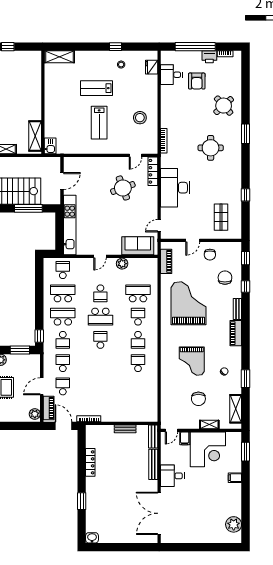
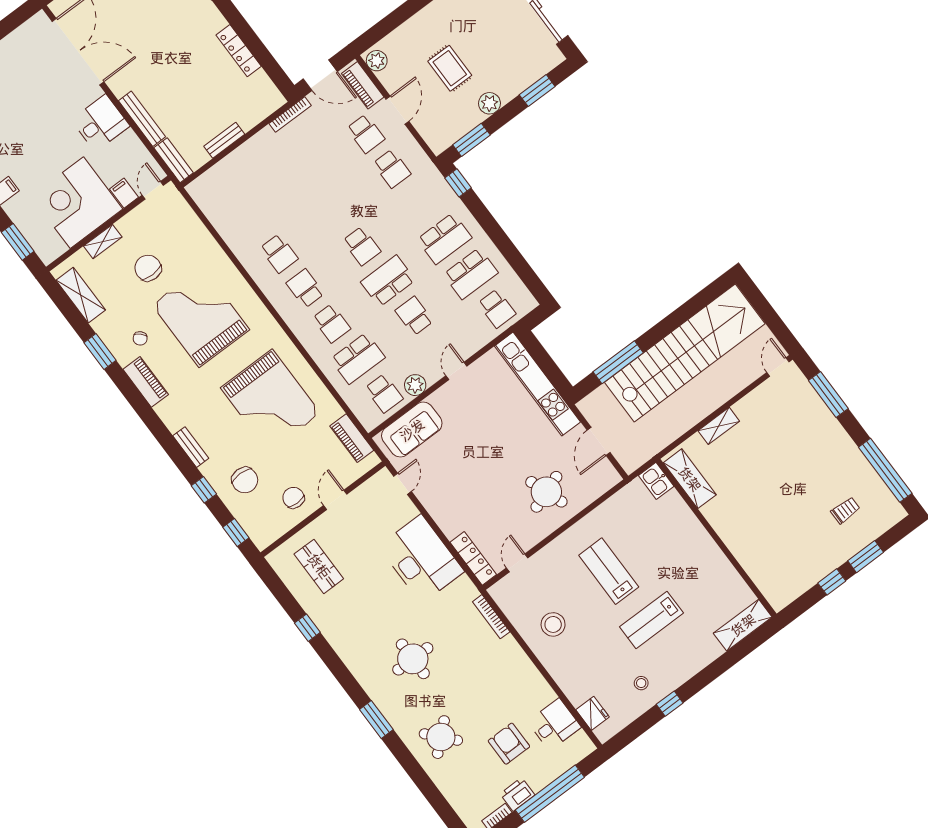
lab bench: (97, 88) -> (651, 620), turned 180
round table: (123, 188) -> (546, 492), moved
piano: (236, 333) -> (146, 382), moved
school desk: (63, 340) -> (384, 393), moved, turned 180
grand piano: (192, 361) -> (201, 317), width x1.37, depth x1.48

